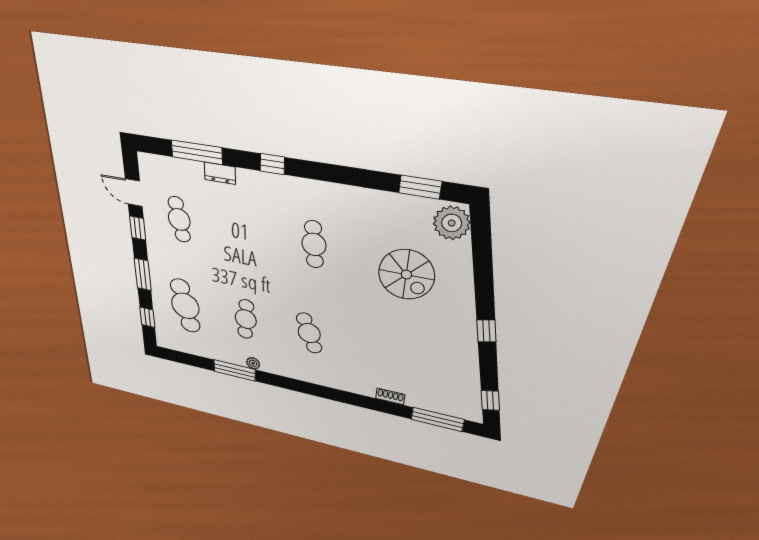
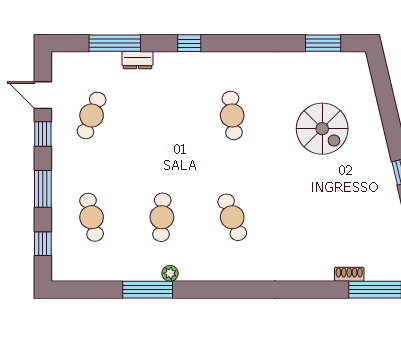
cafe table: (179, 220) -> (92, 115), turned 30
plant: (452, 223) -> (354, 71), removed
cafe table: (185, 306) -> (92, 217), width x0.73, depth x0.74
shoe rack: (390, 396) -> (349, 274), moved

